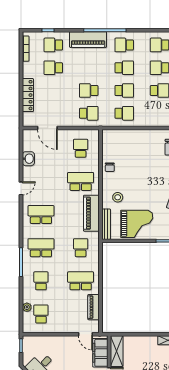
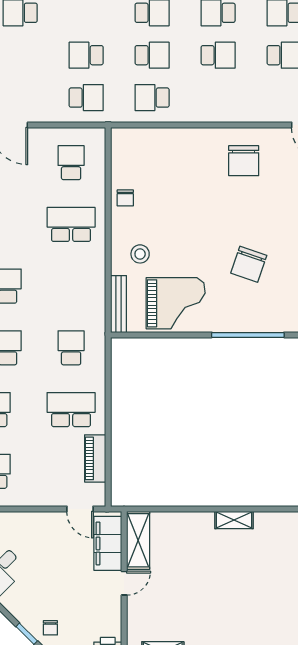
school desk: (124, 113) -> (152, 98), turned 180
piano: (91, 213) -> (91, 284), removed

